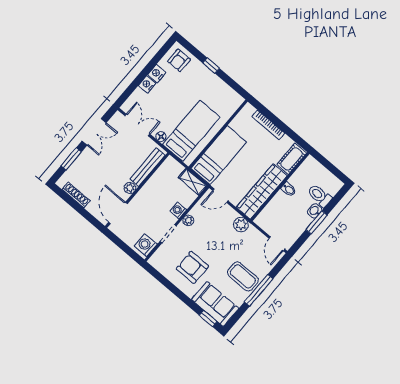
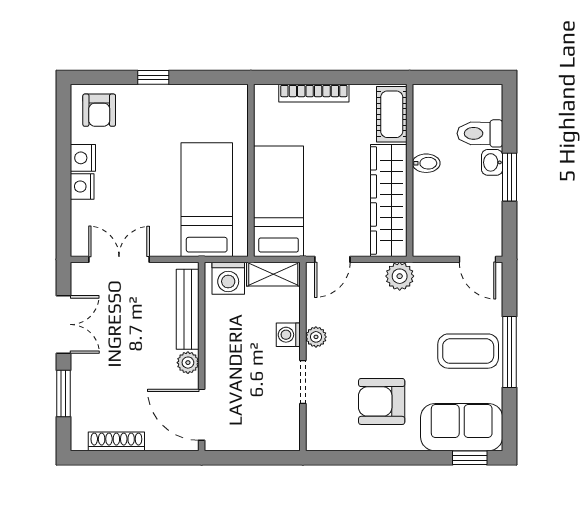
floor lamp: (161, 137) -> (169, 247), removed
washing machine: (146, 245) -> (228, 278), moved, turned -90

